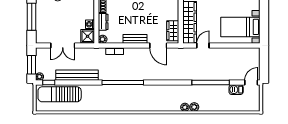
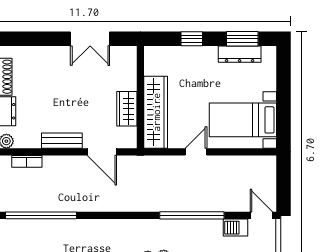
wardrobe: (173, 31) -> (127, 109), moved
door: (203, 46) -> (196, 152), moved
door: (251, 83) -> (261, 215), hinge flipped

